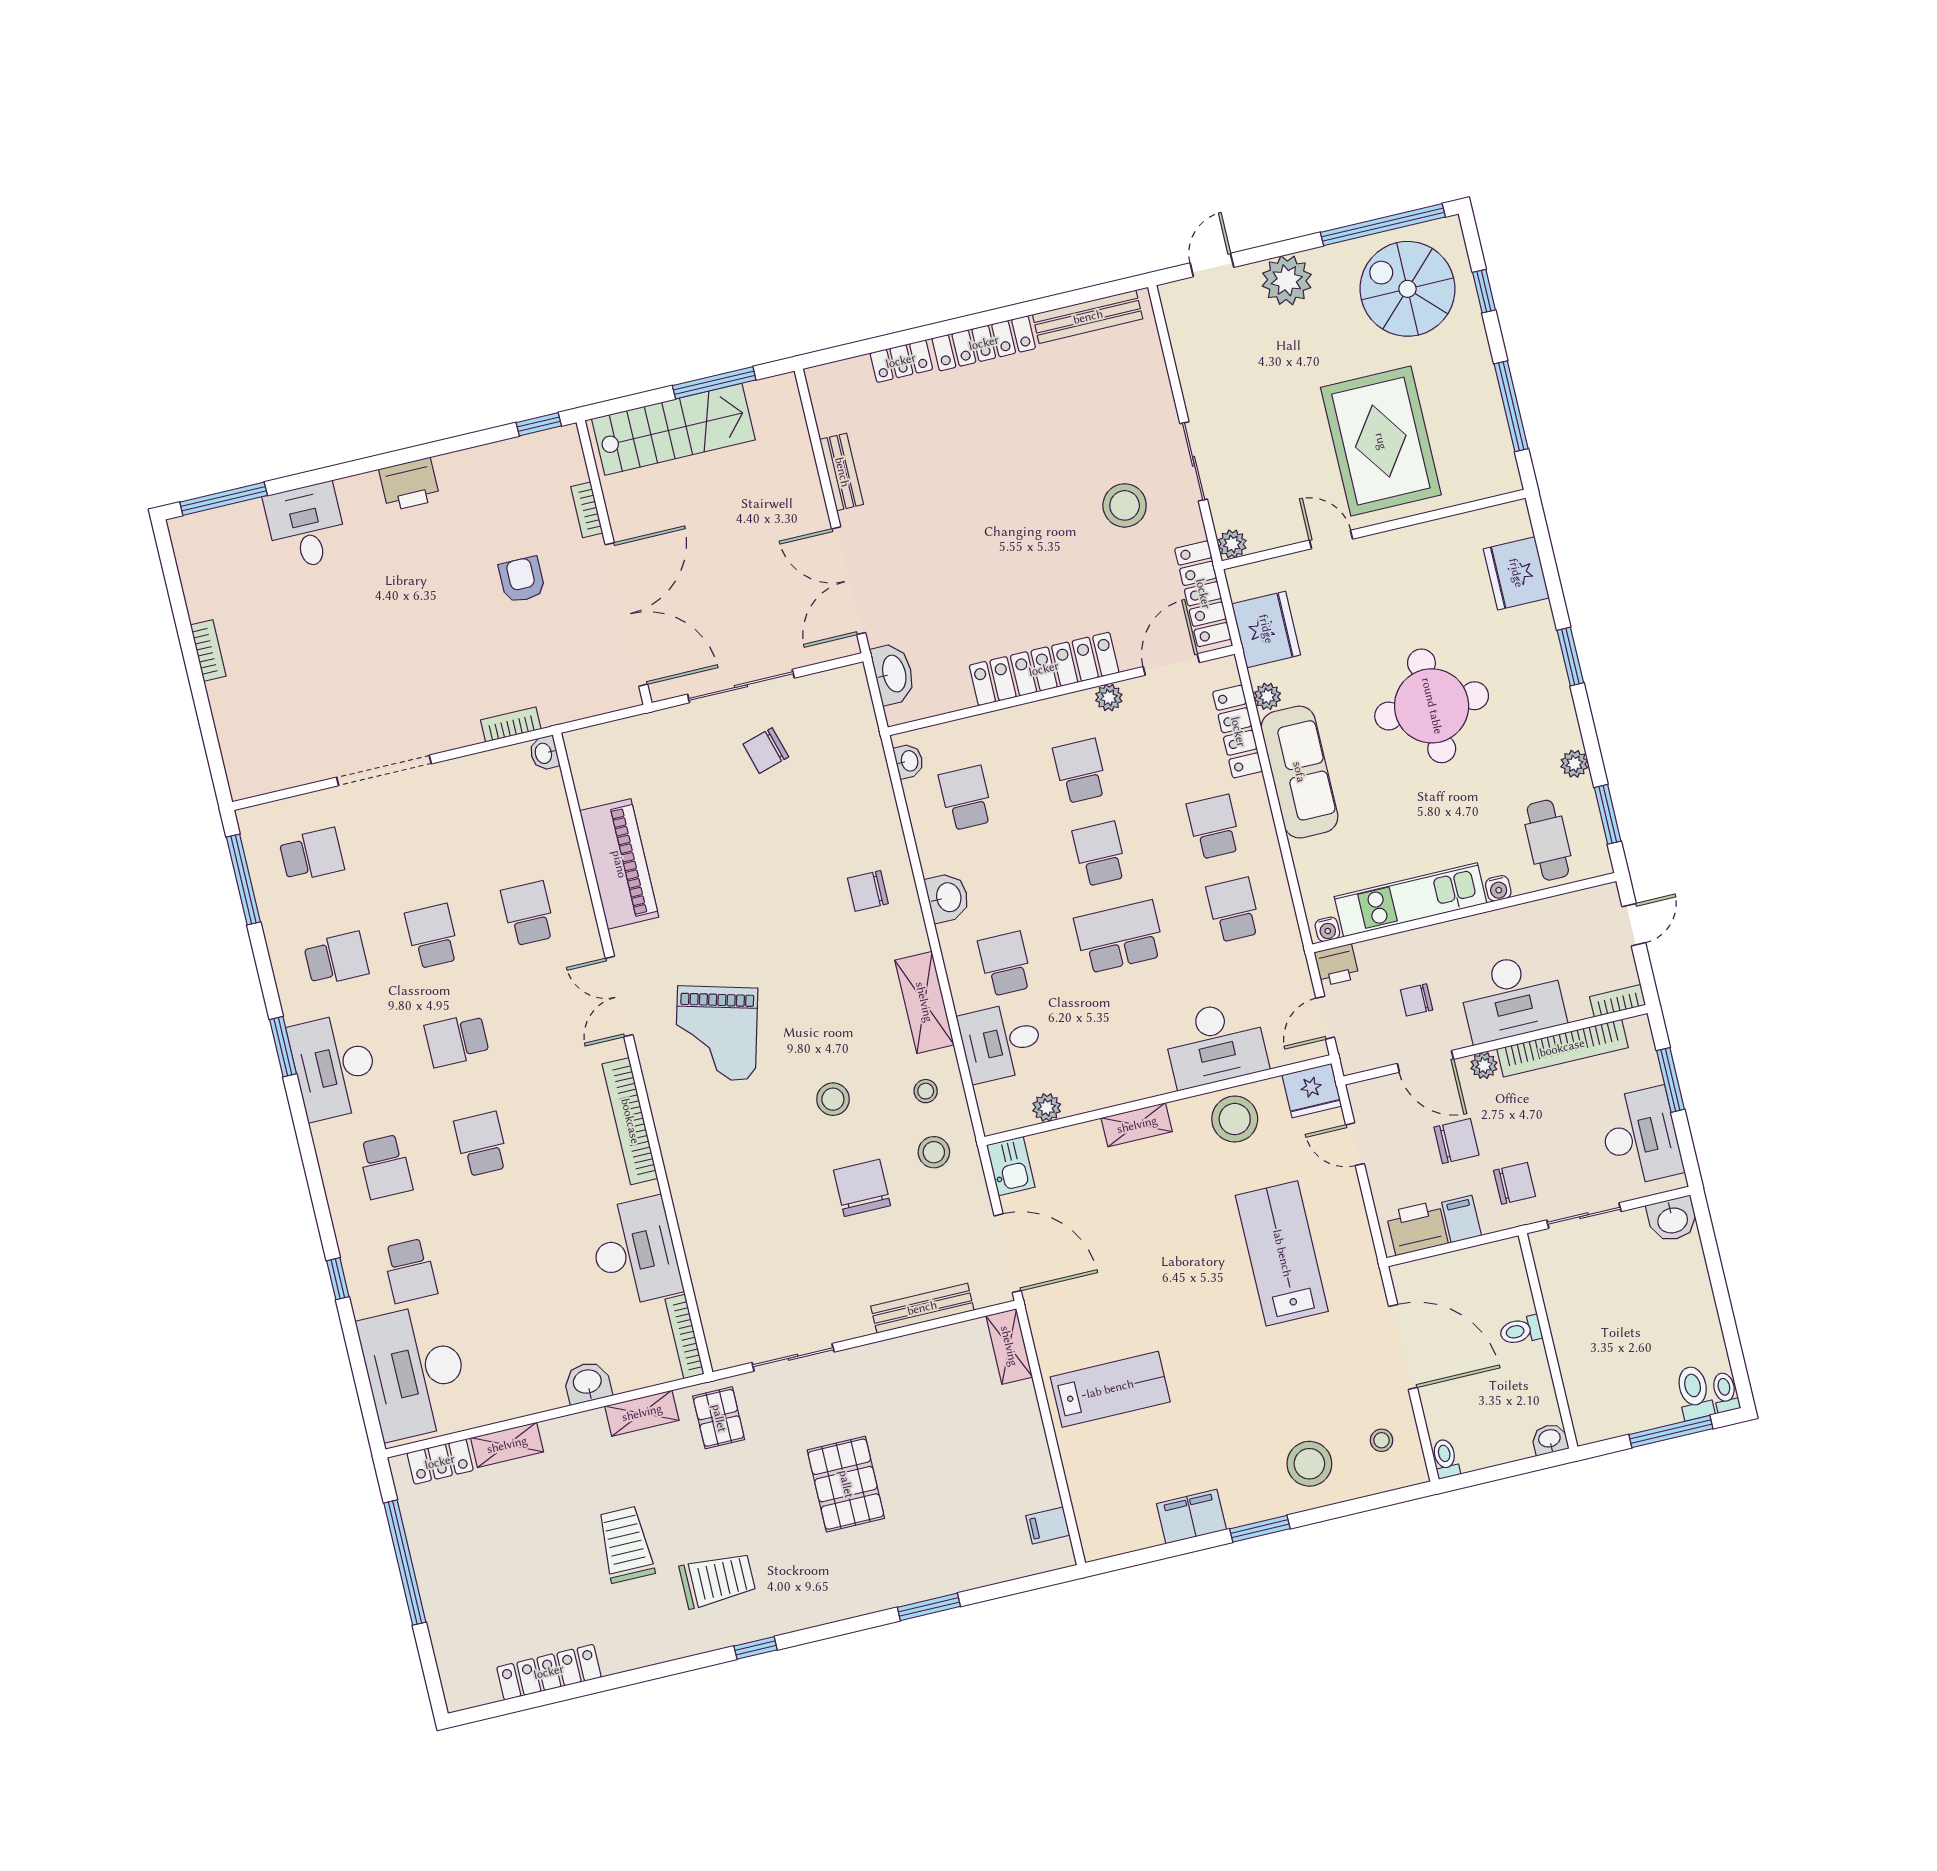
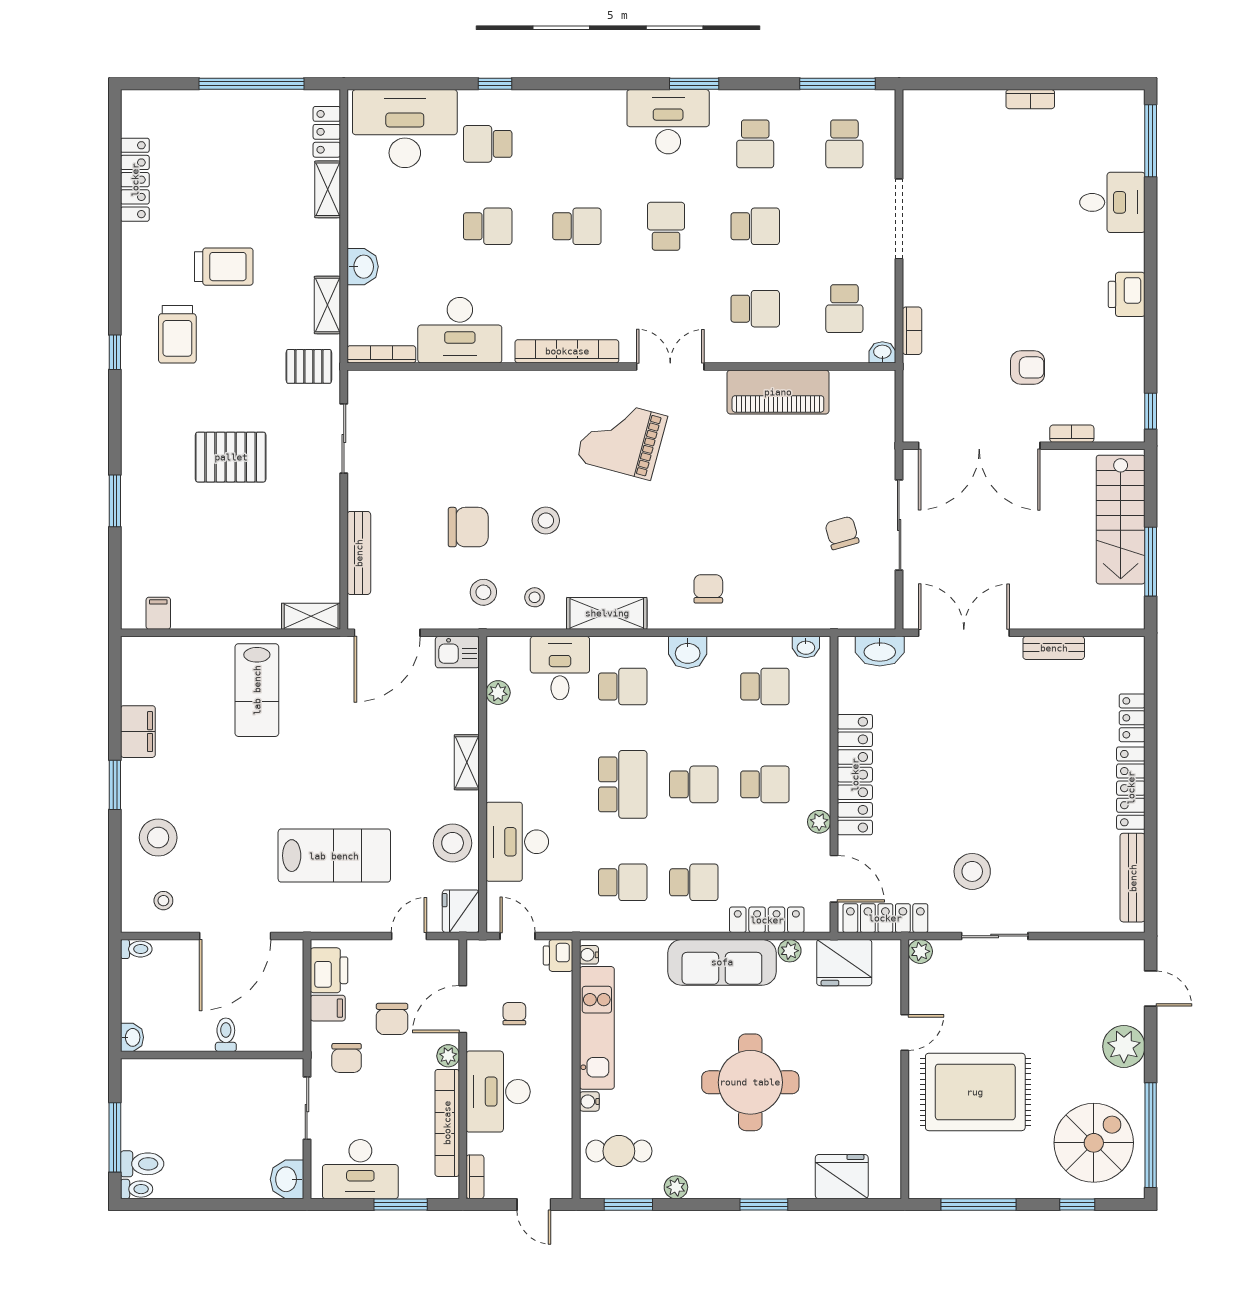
school desk: (504, 809) -> (844, 309), added
school desk: (385, 1167) -> (488, 226), moved, turned 180

